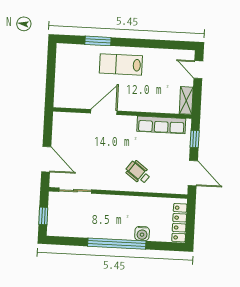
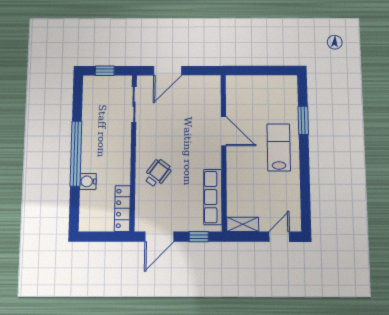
locker: (179, 223) -> (122, 208), moved, turned -90

